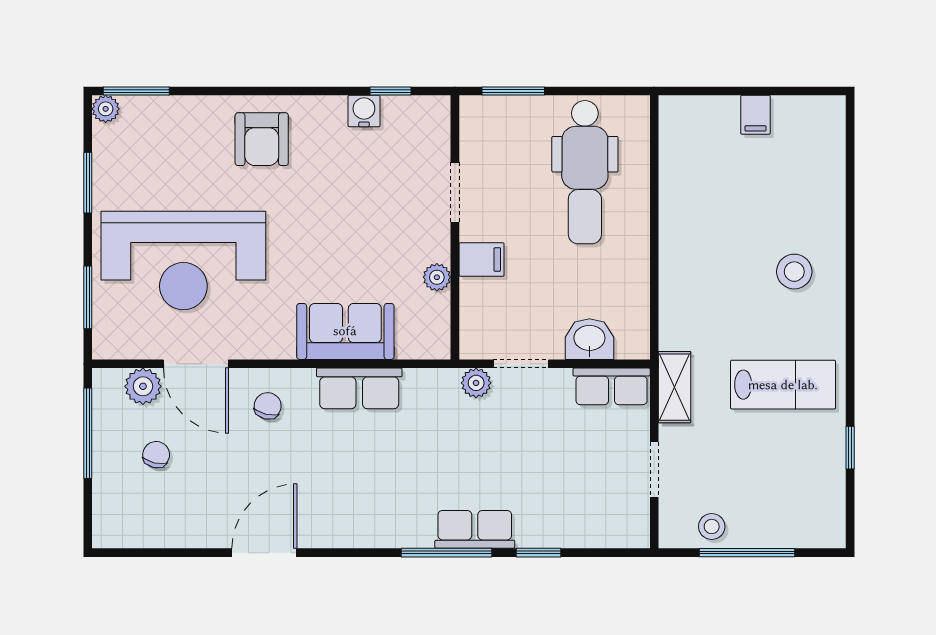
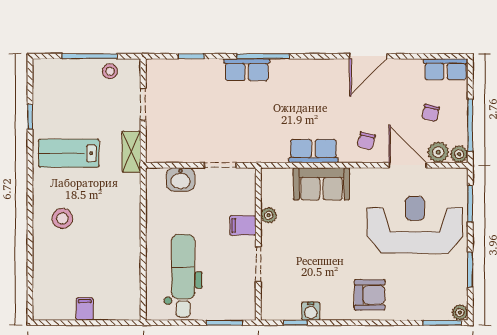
armchair: (262, 139) -> (370, 295), turned 90
plant: (476, 383) -> (459, 154), moved
row of seats: (612, 386) -> (446, 69), moved, turned 180
window: (539, 553) -> (191, 56), moved

